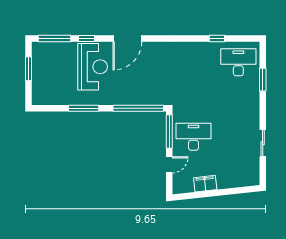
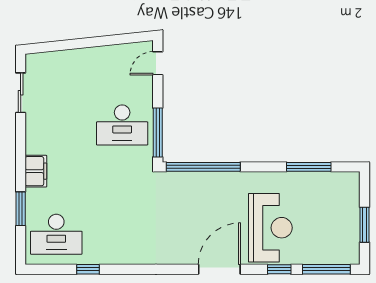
reception desk: (93, 67) -> (270, 228), turned 180
window: (84, 108) -> (309, 167), moved
sliding door: (263, 143) -> (21, 93), moved
door: (169, 165) -> (158, 63), moved
filing cabinet: (205, 184) -> (36, 171), moved, turned -84

